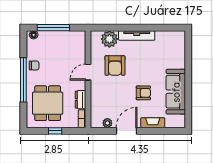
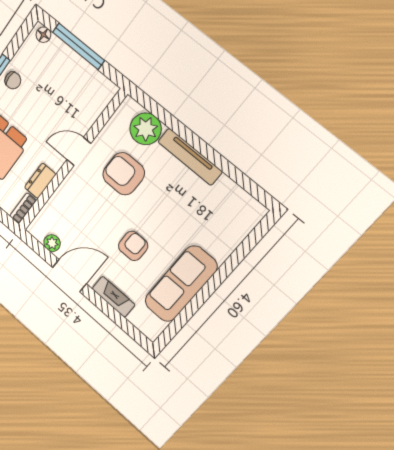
armchair: (115, 65) -> (124, 174), turned 90
armchair: (143, 93) -> (133, 246), turned -90

